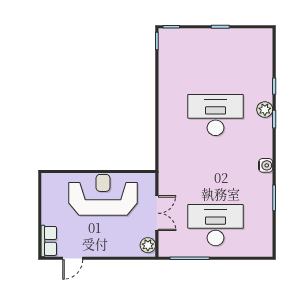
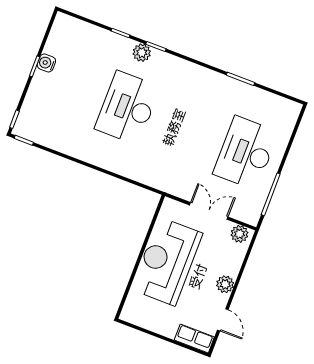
water cooler: (266, 165) -> (46, 63), moved, turned -90
plant: (102, 249) -> (225, 284), added

